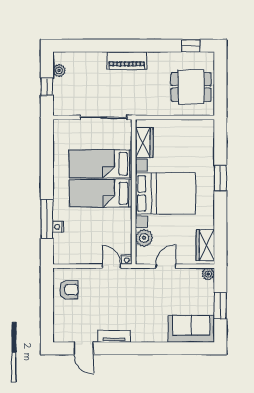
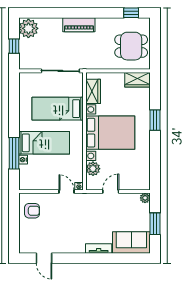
plant: (59, 71) -> (28, 28), width x1.88, depth x1.88
bed: (101, 193) -> (44, 143), moved, turned 180
wardrobe: (205, 245) -> (137, 80), moved, turned -90
tv unit: (114, 336) -> (99, 248), moved

